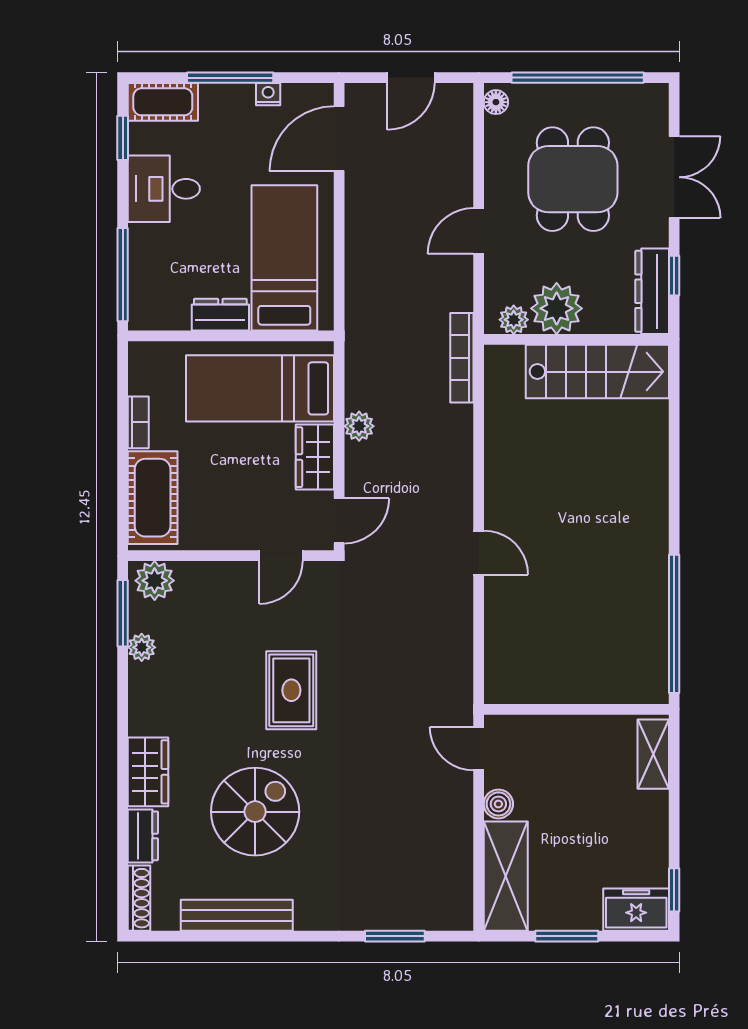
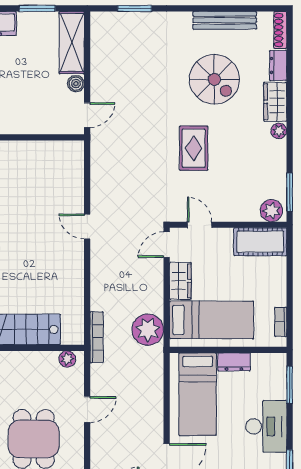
desk: (164, 189) -> (266, 426), width x1.37
window: (123, 275) -> (290, 385), width x0.69
plant: (557, 308) -> (43, 365), removed
bookcase: (138, 422) -> (281, 322), moved
plant: (359, 426) -> (148, 330), moved, width x1.88, depth x1.88
cot: (153, 498) -> (260, 242), moved, turned 90
door: (281, 556) -> (200, 225), hinge flipped
plant: (142, 647) -> (279, 131), moved
door: (479, 749) -> (87, 115), hinge flipped
spiral stairs: (255, 812) -> (214, 79), turned -90

